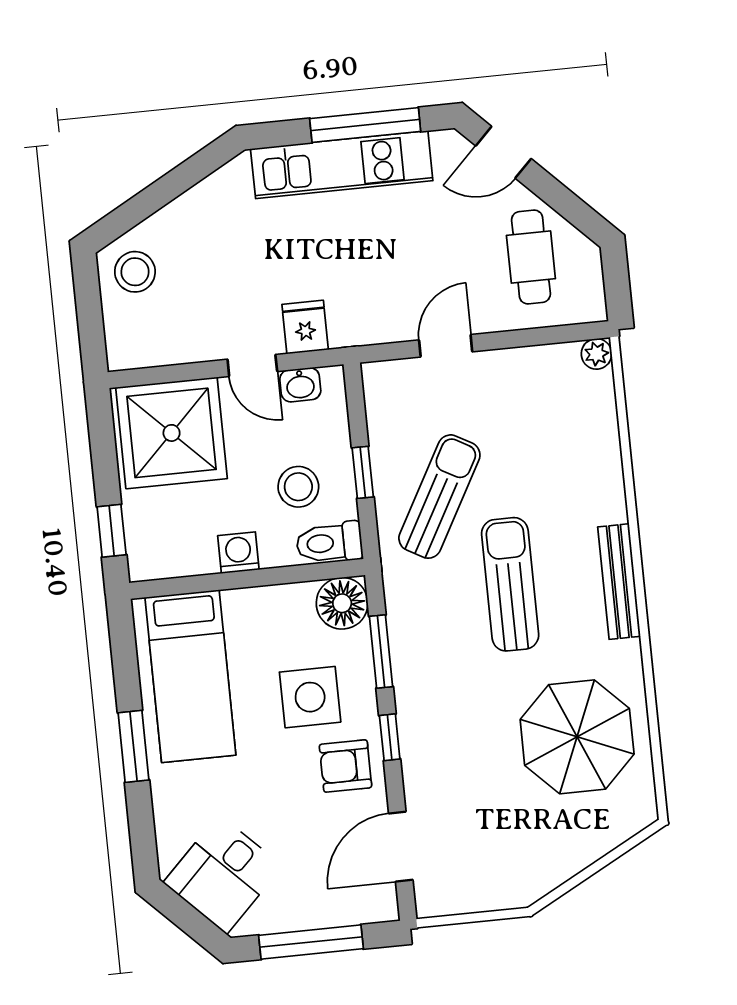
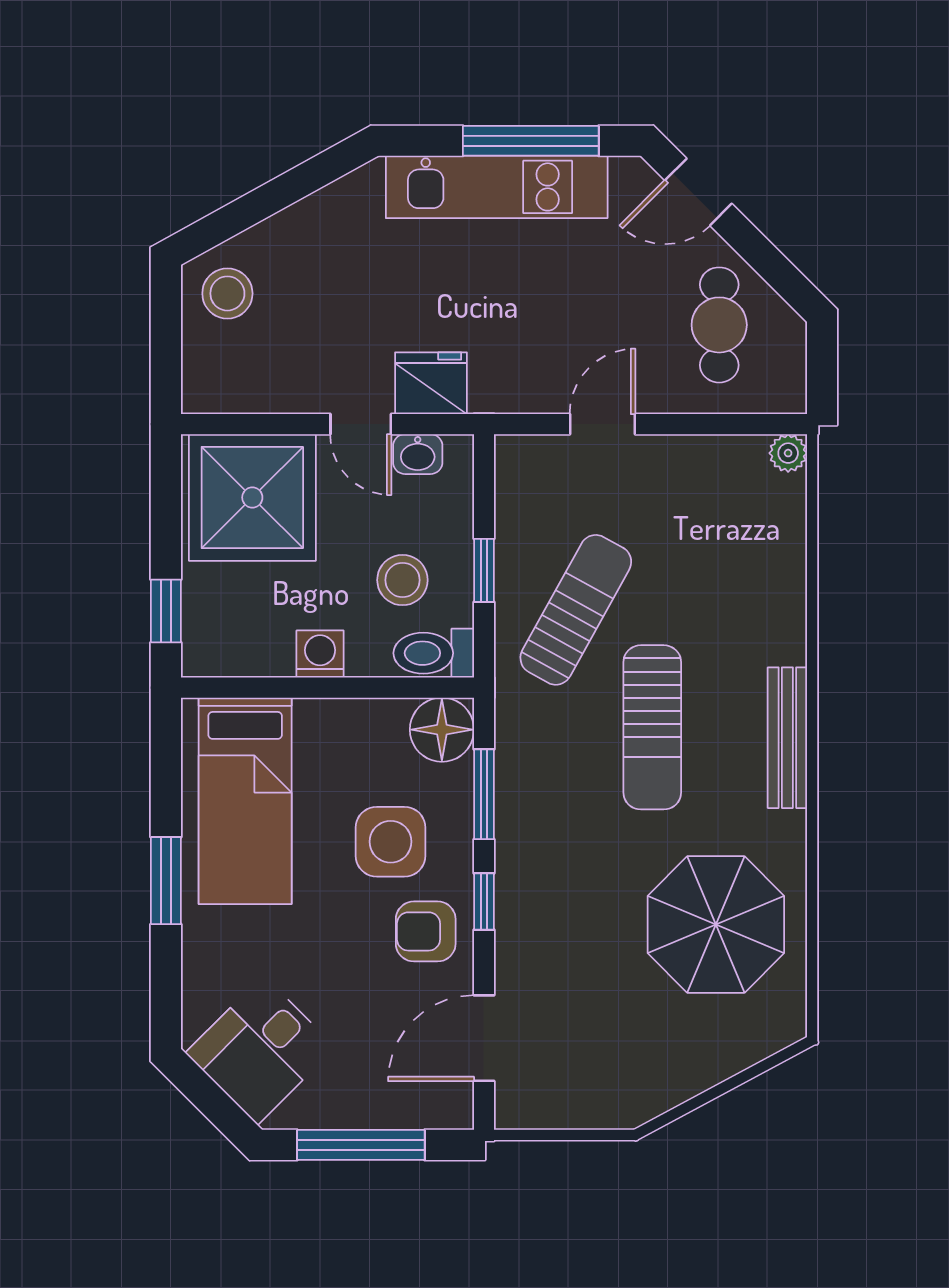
fridge: (305, 327) -> (431, 383), width x1.38
sun lounger: (510, 584) -> (652, 727), turned 180

